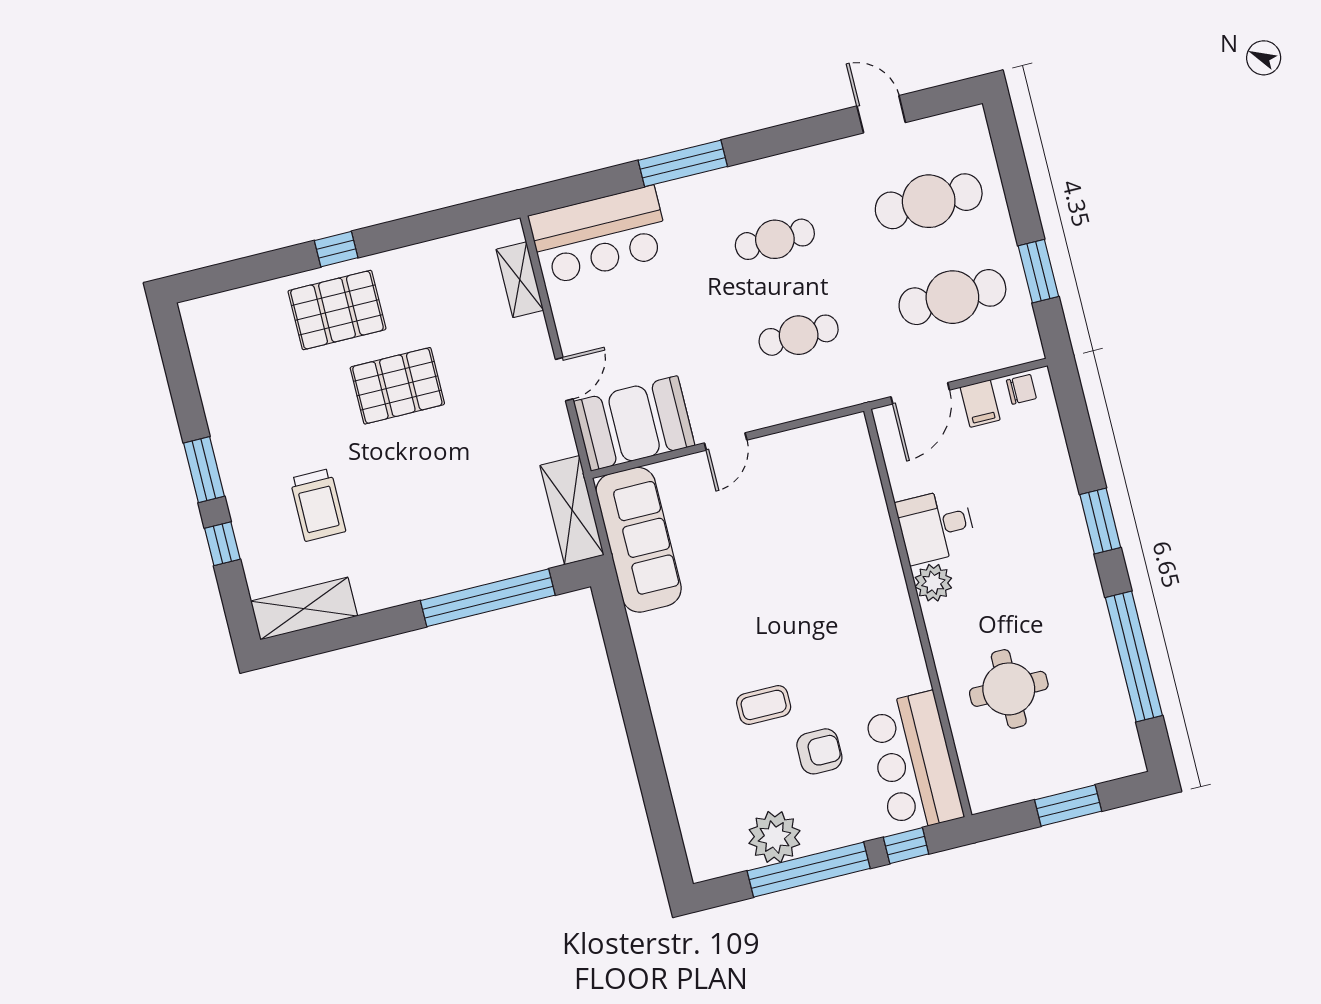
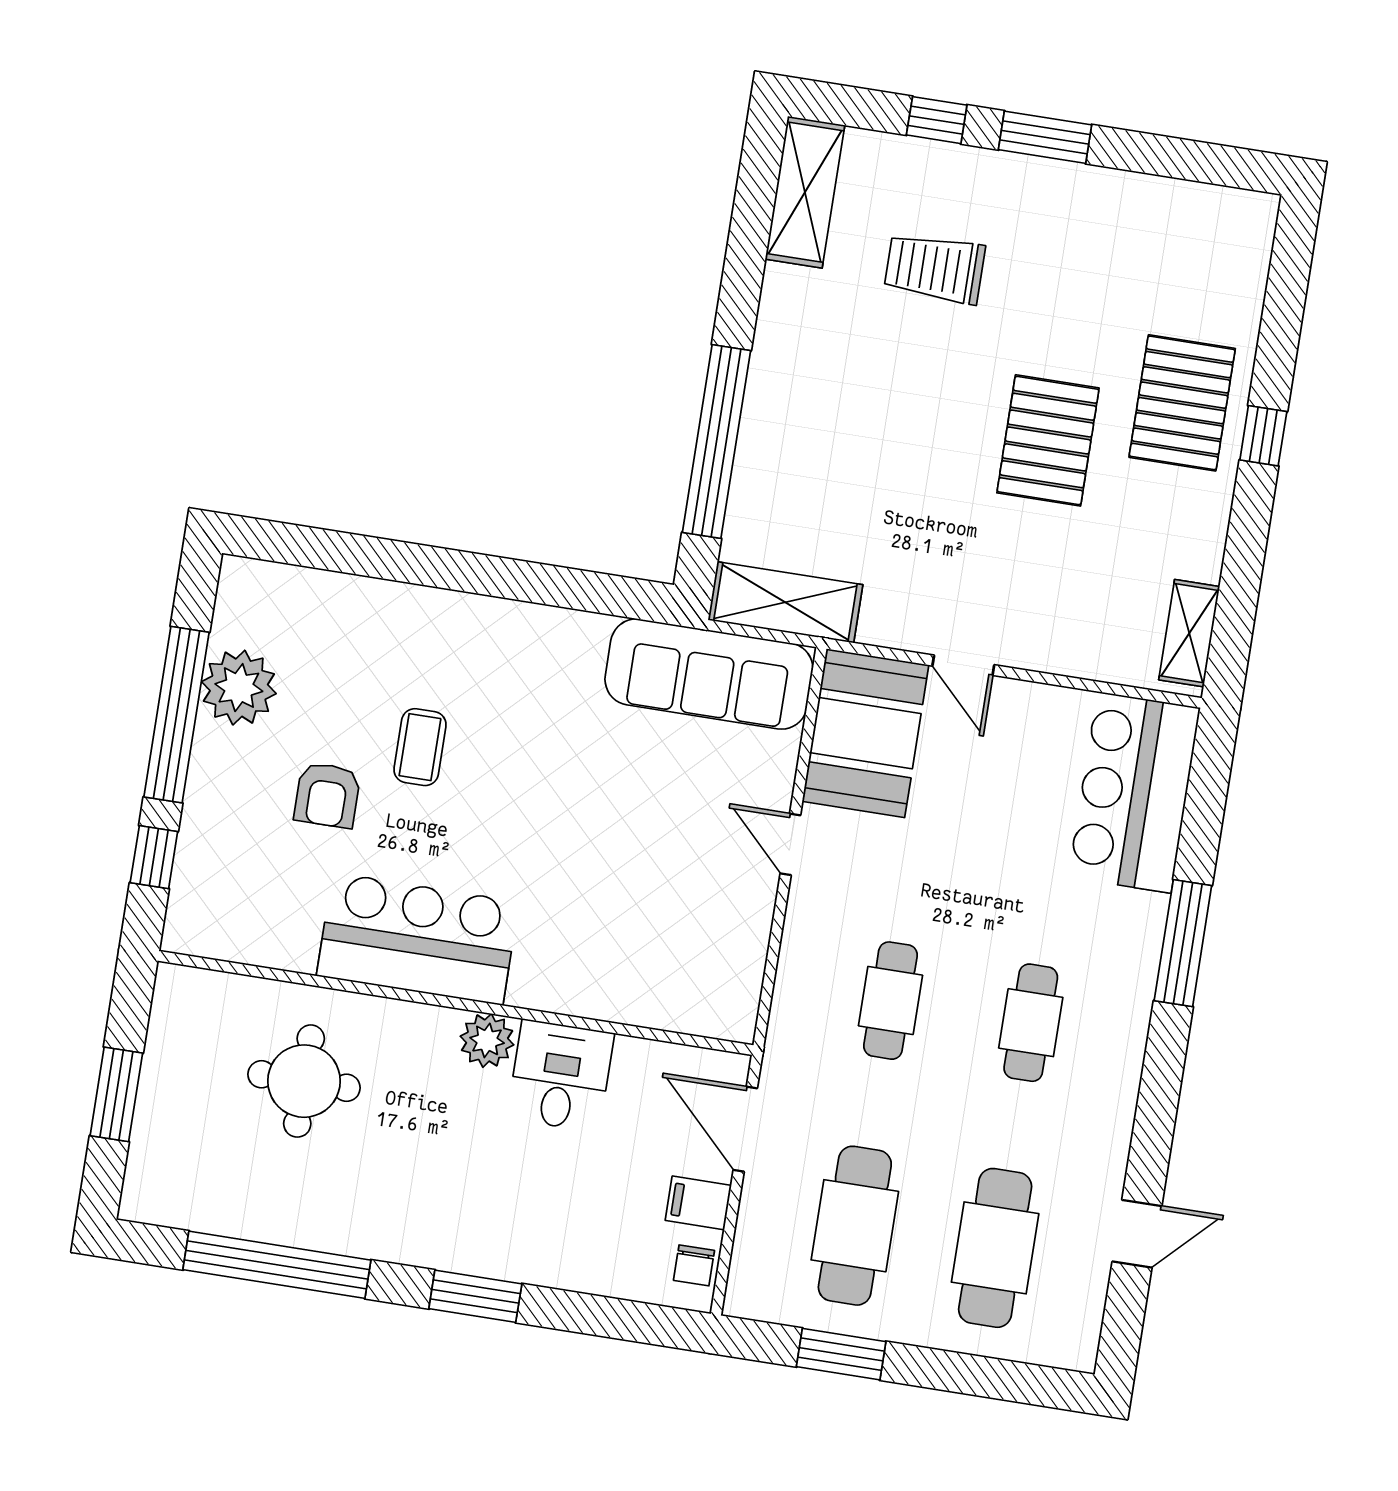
shelving: (520, 280) -> (1189, 633), moved, turned 90
bar counter: (914, 762) -> (418, 939), moved

